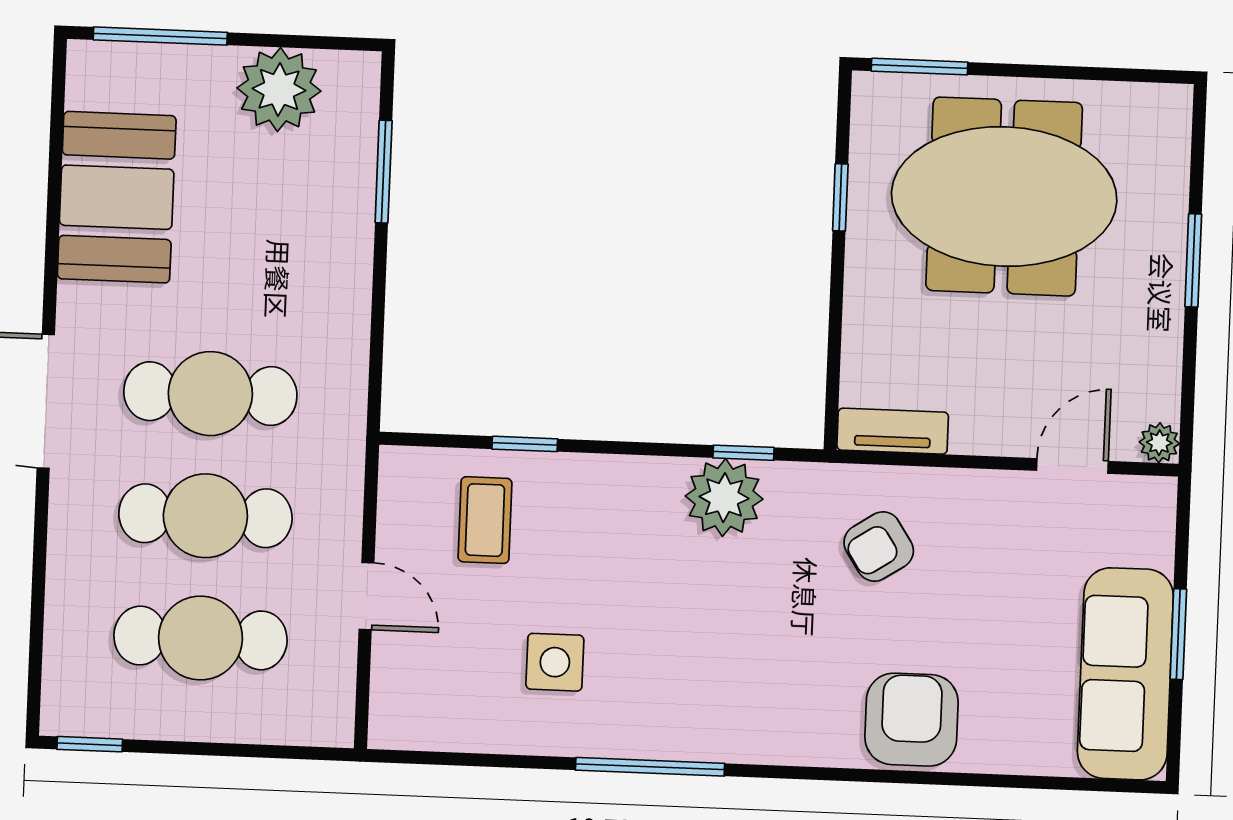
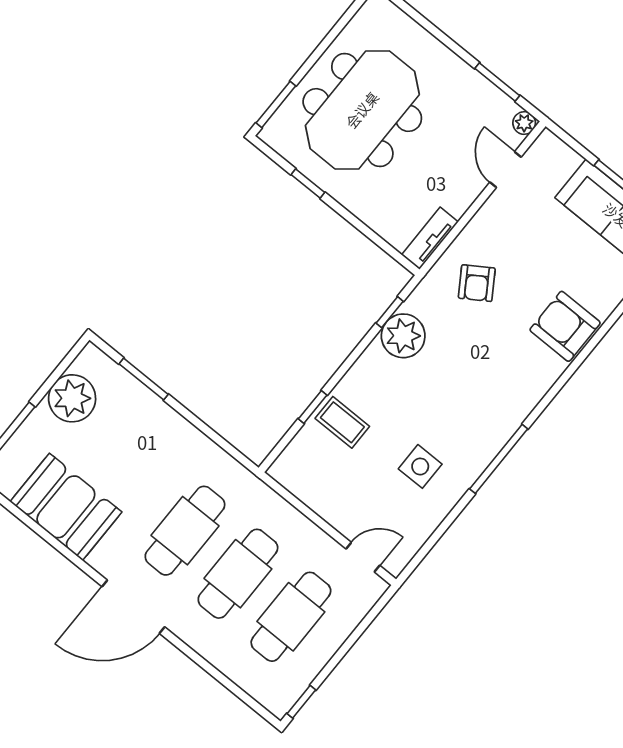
window: (1193, 260) -> (497, 82), moved
coffee table: (485, 520) -> (342, 422), moved
door: (366, 596) -> (363, 557), moved

